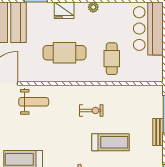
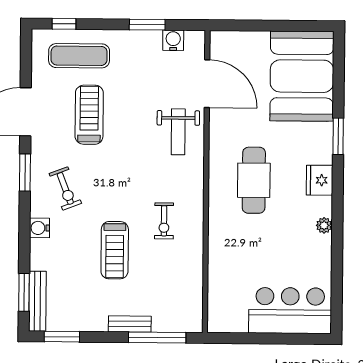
cafe table: (112, 59) -> (244, 253), removed

